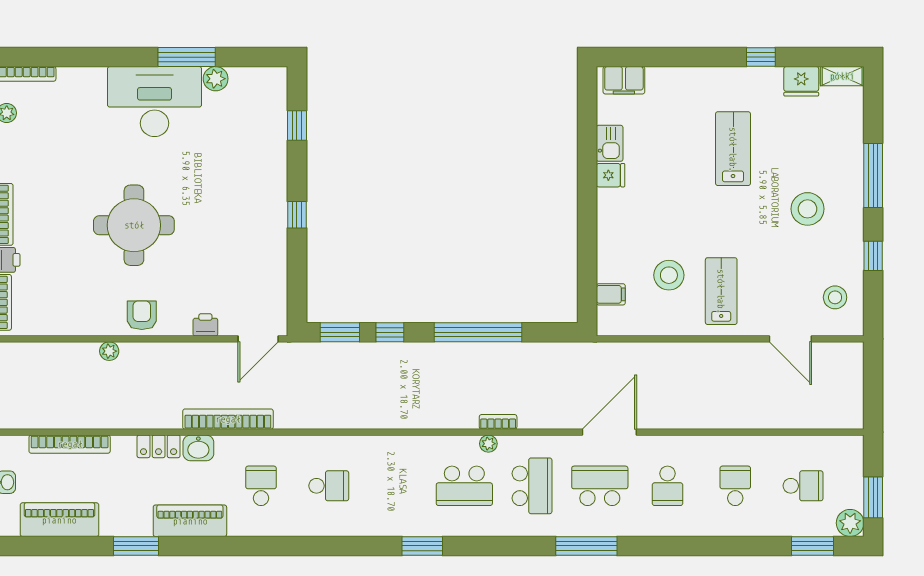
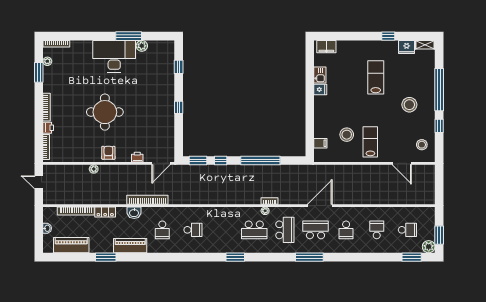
window: (873, 175) -> (439, 90), width x1.46
locker: (159, 446) -> (105, 212), moved
school desk: (261, 486) -> (162, 230), turned 180

